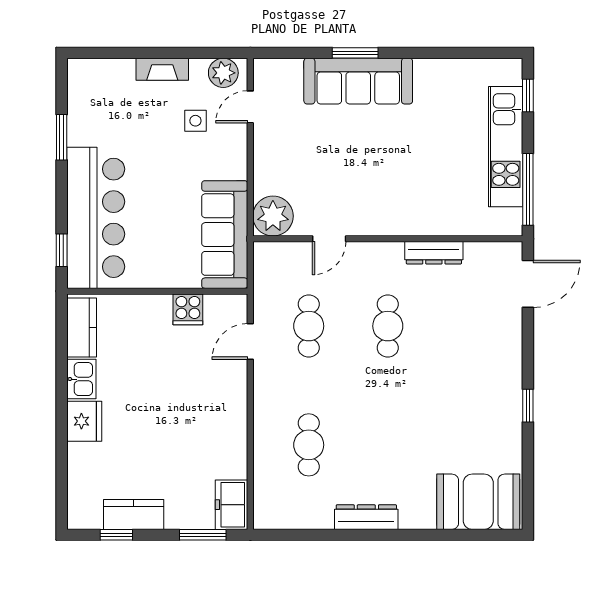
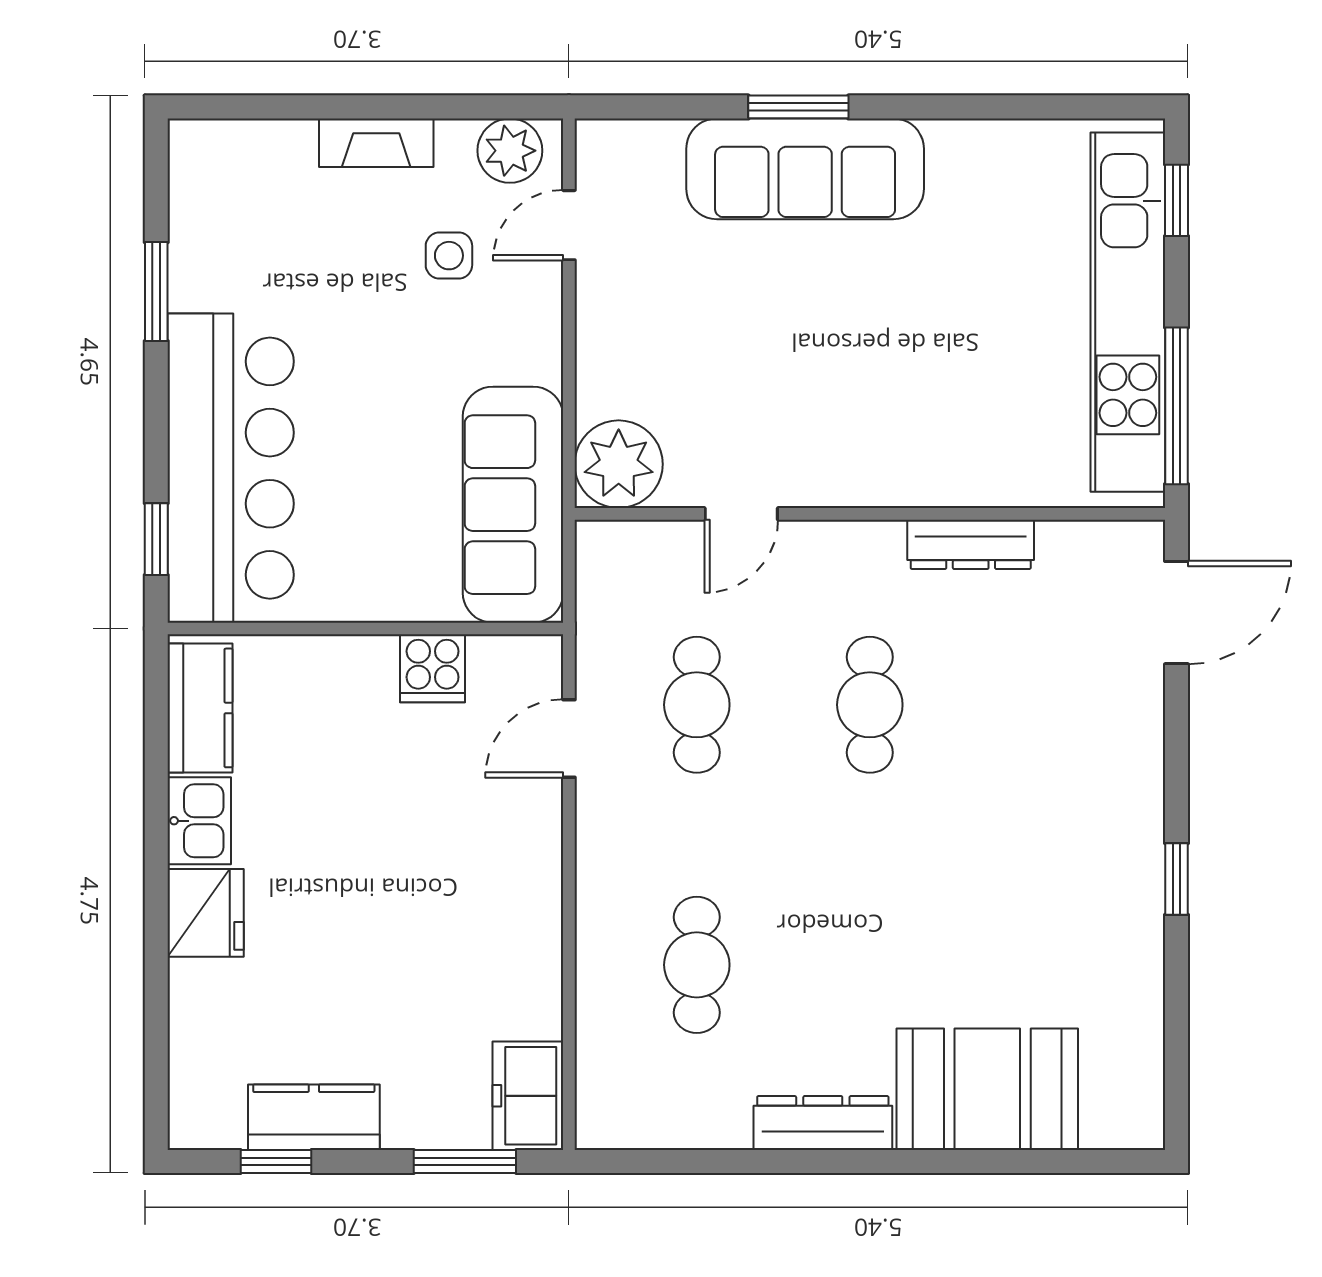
kitchen unit: (506, 147) -> (1128, 312), width x1.36
booth: (478, 502) -> (987, 1089), moved

